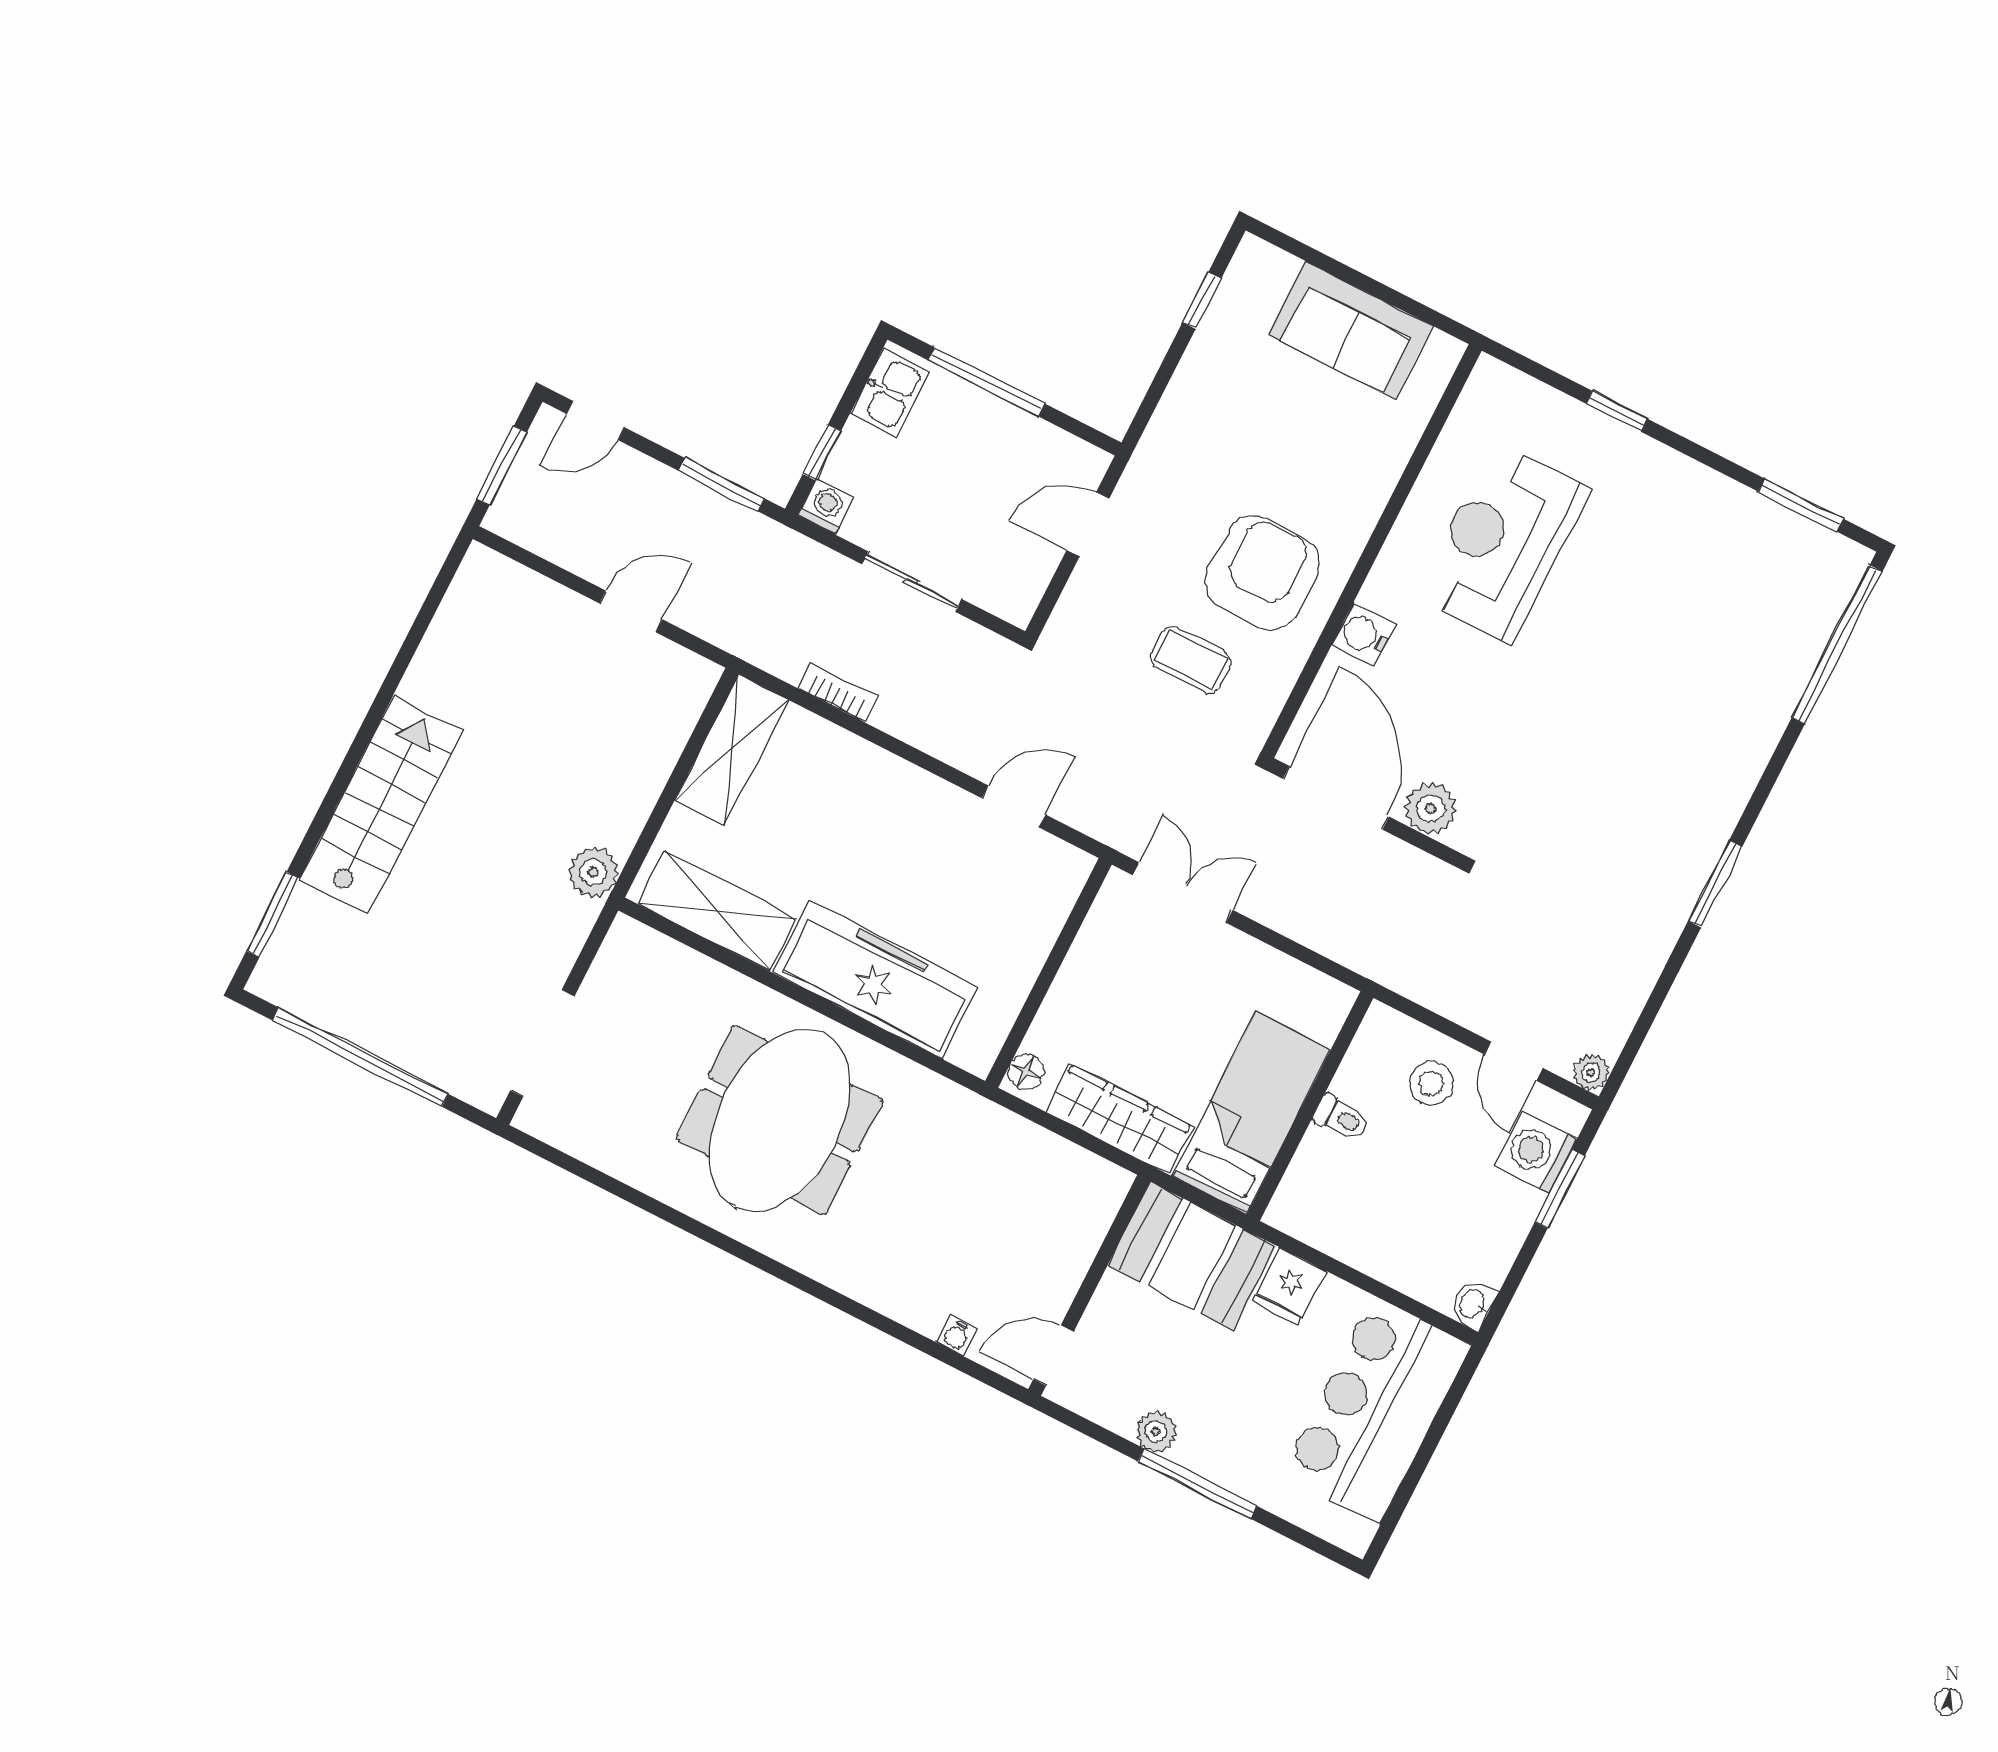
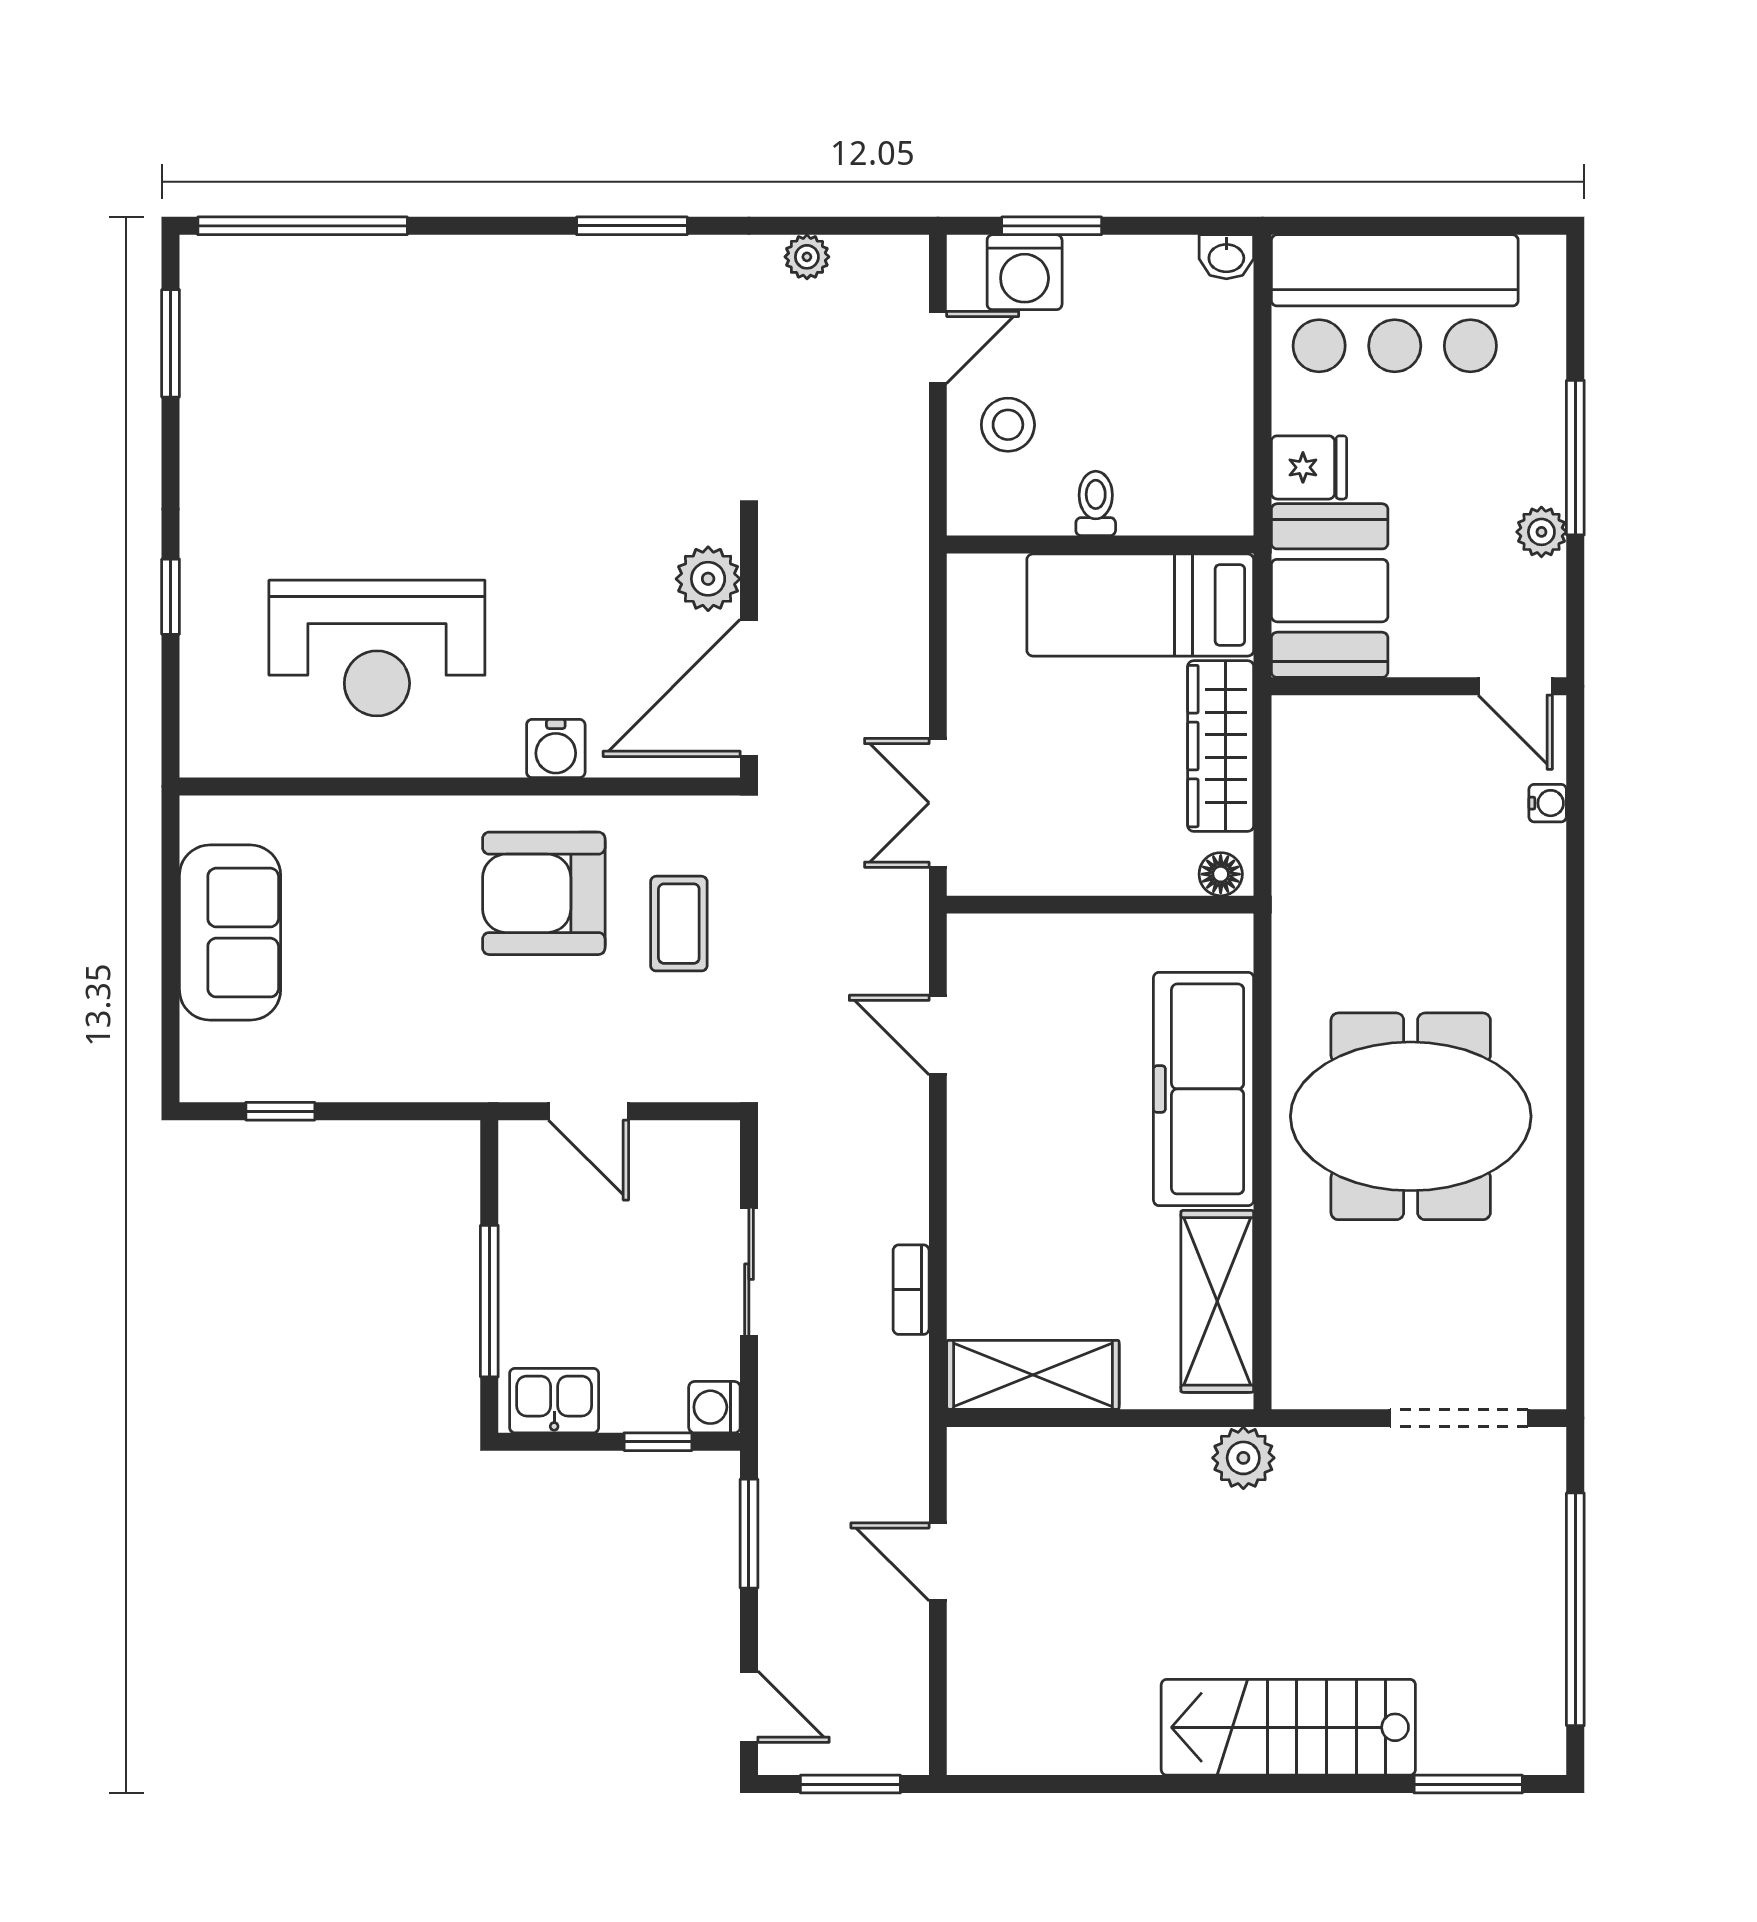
plant: (1591, 1072) -> (807, 257), moved

